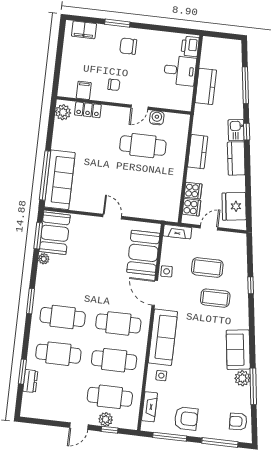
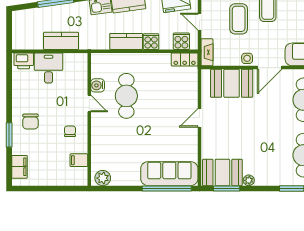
locker: (88, 110) -> (185, 60), moved, turned 90
cooker: (193, 191) -> (151, 42), moved

